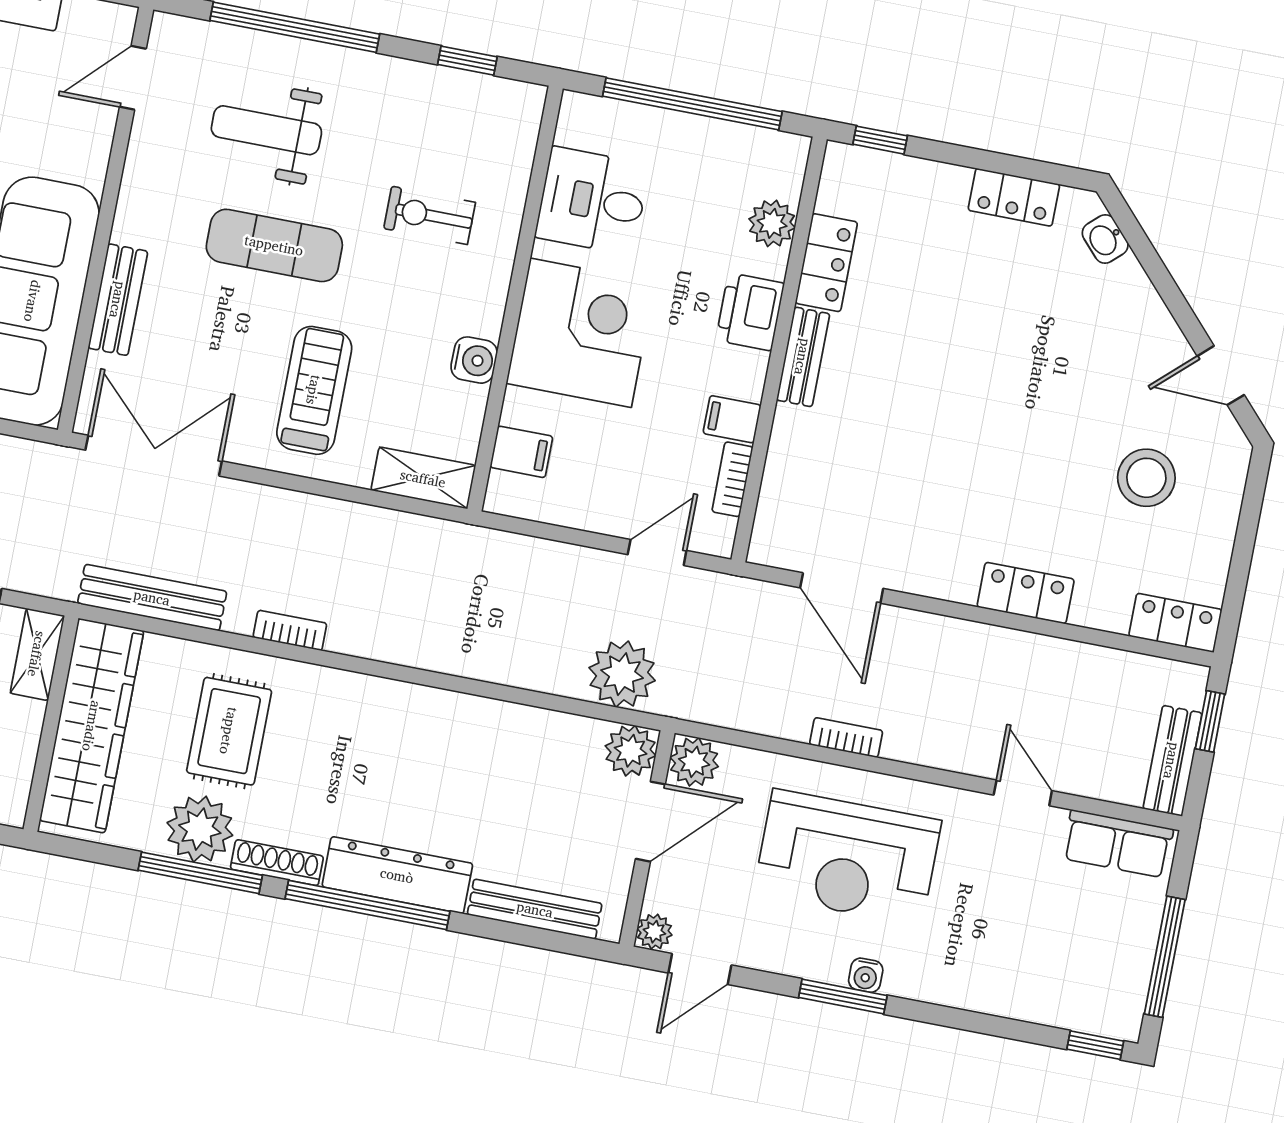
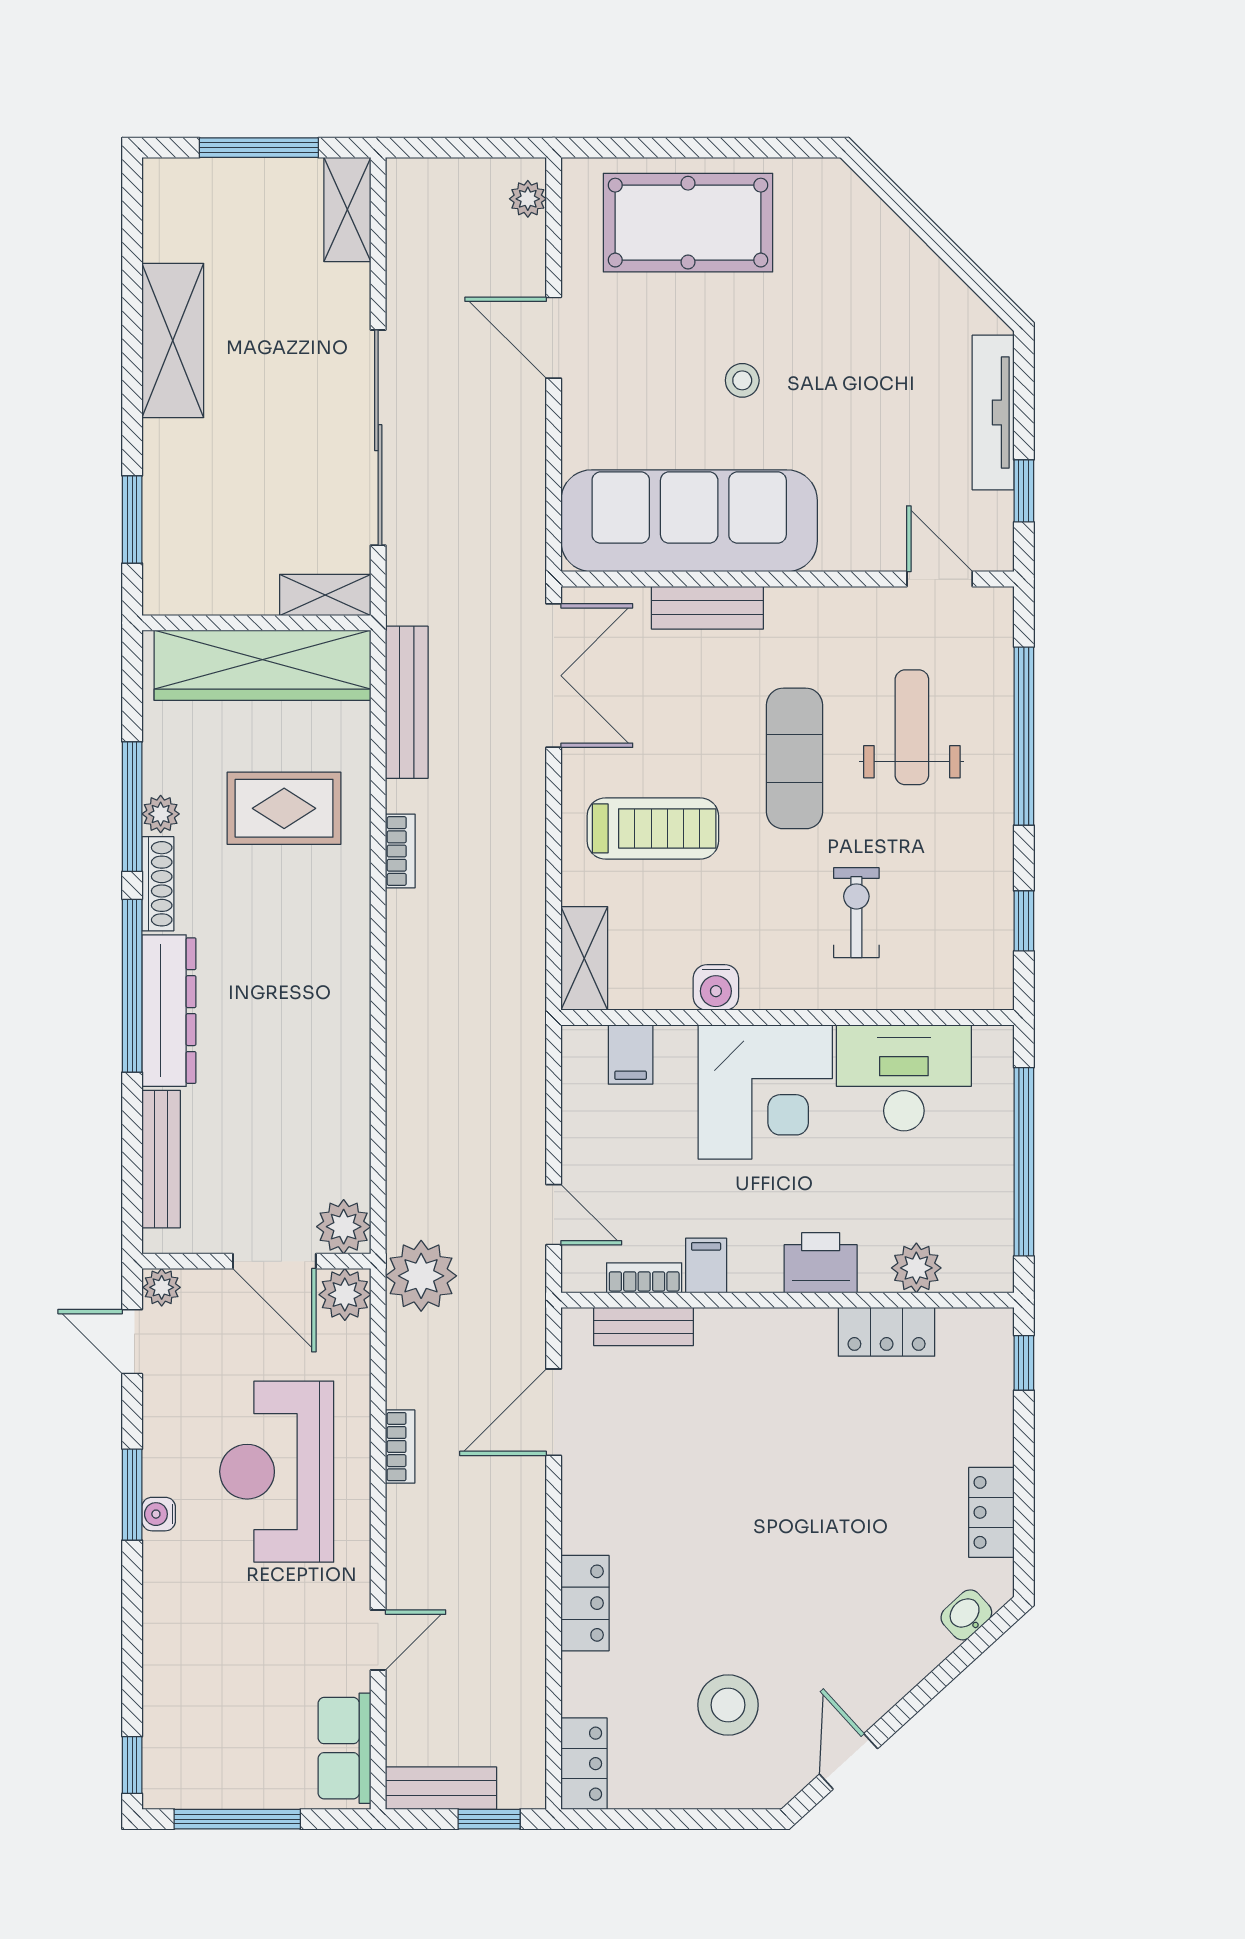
desk: (592, 201) -> (904, 1078), width x1.37
bench: (803, 357) -> (644, 1327), moved
plant: (622, 674) -> (421, 1276), moved
plant: (200, 829) -> (161, 814), width x0.53, depth x0.53

